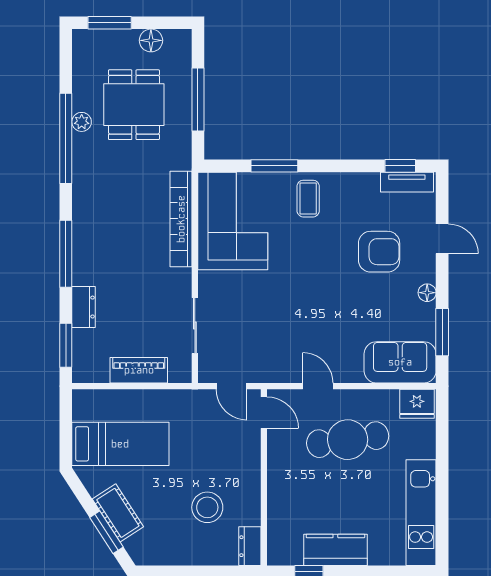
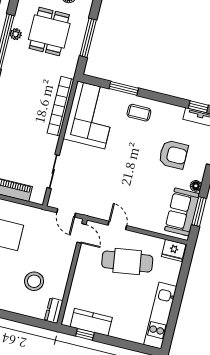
coffee table: (308, 199) -> (139, 113), turned 90
sofa: (400, 362) -> (182, 212), moved, turned -90
kitchen counter: (335, 550) -> (91, 322), moved

